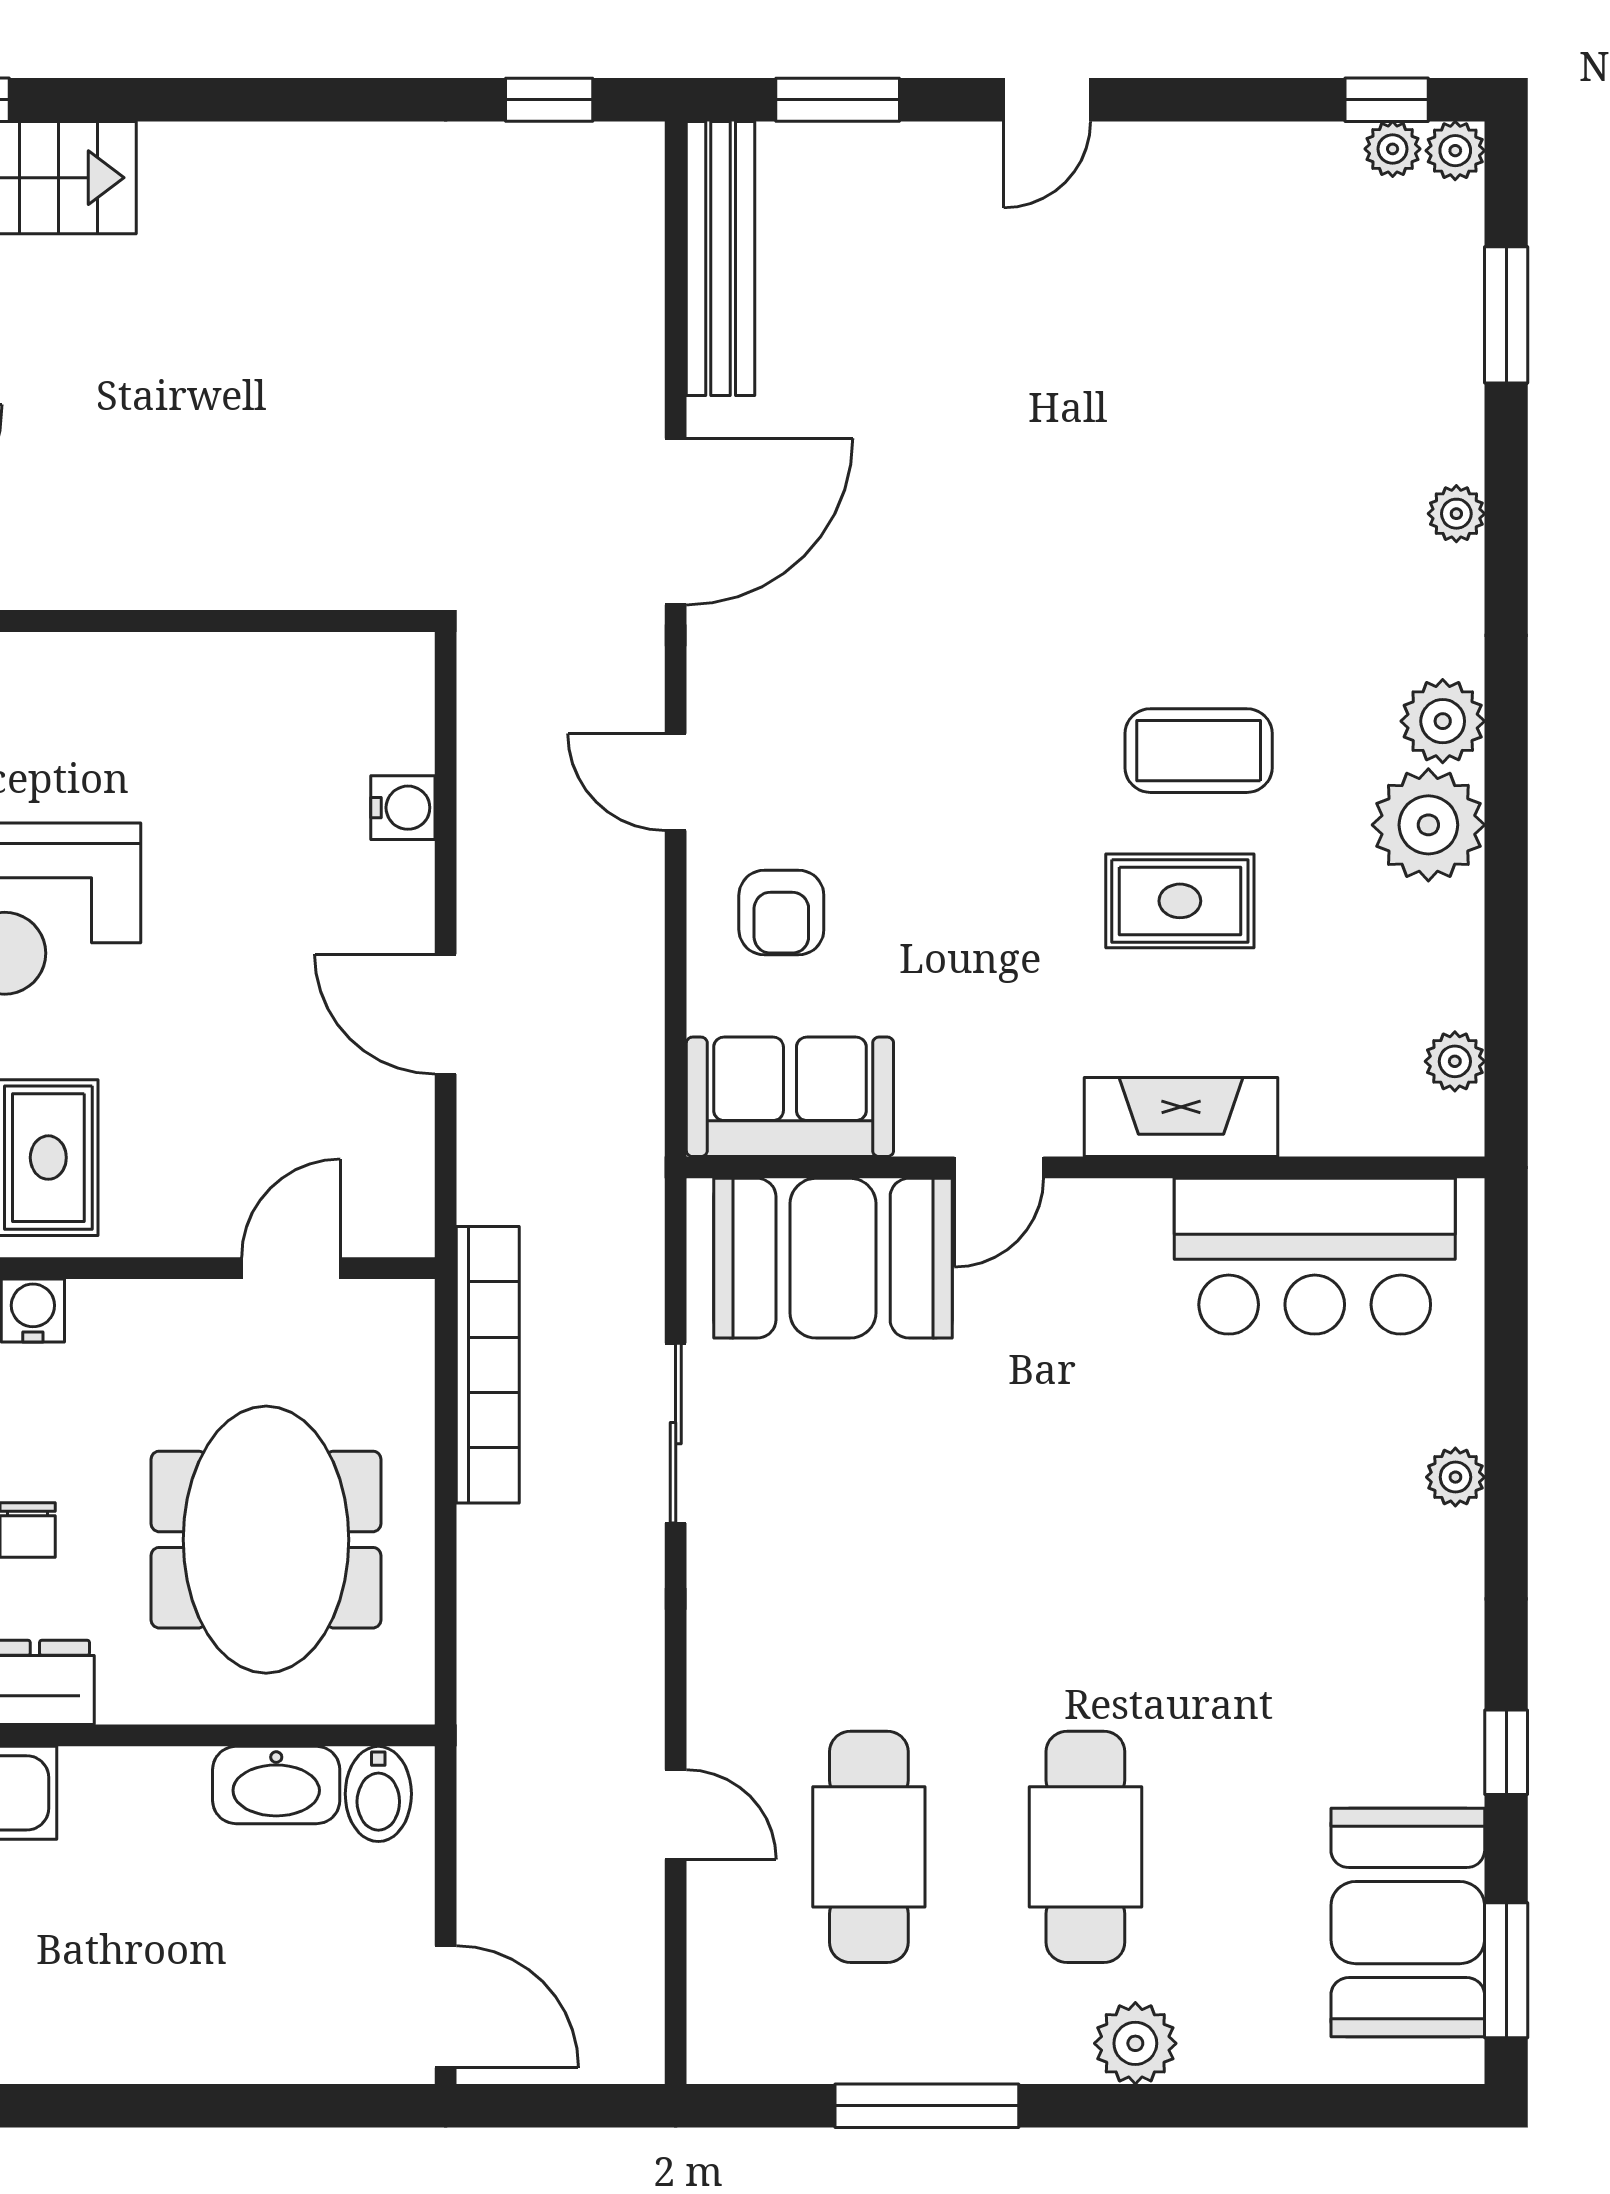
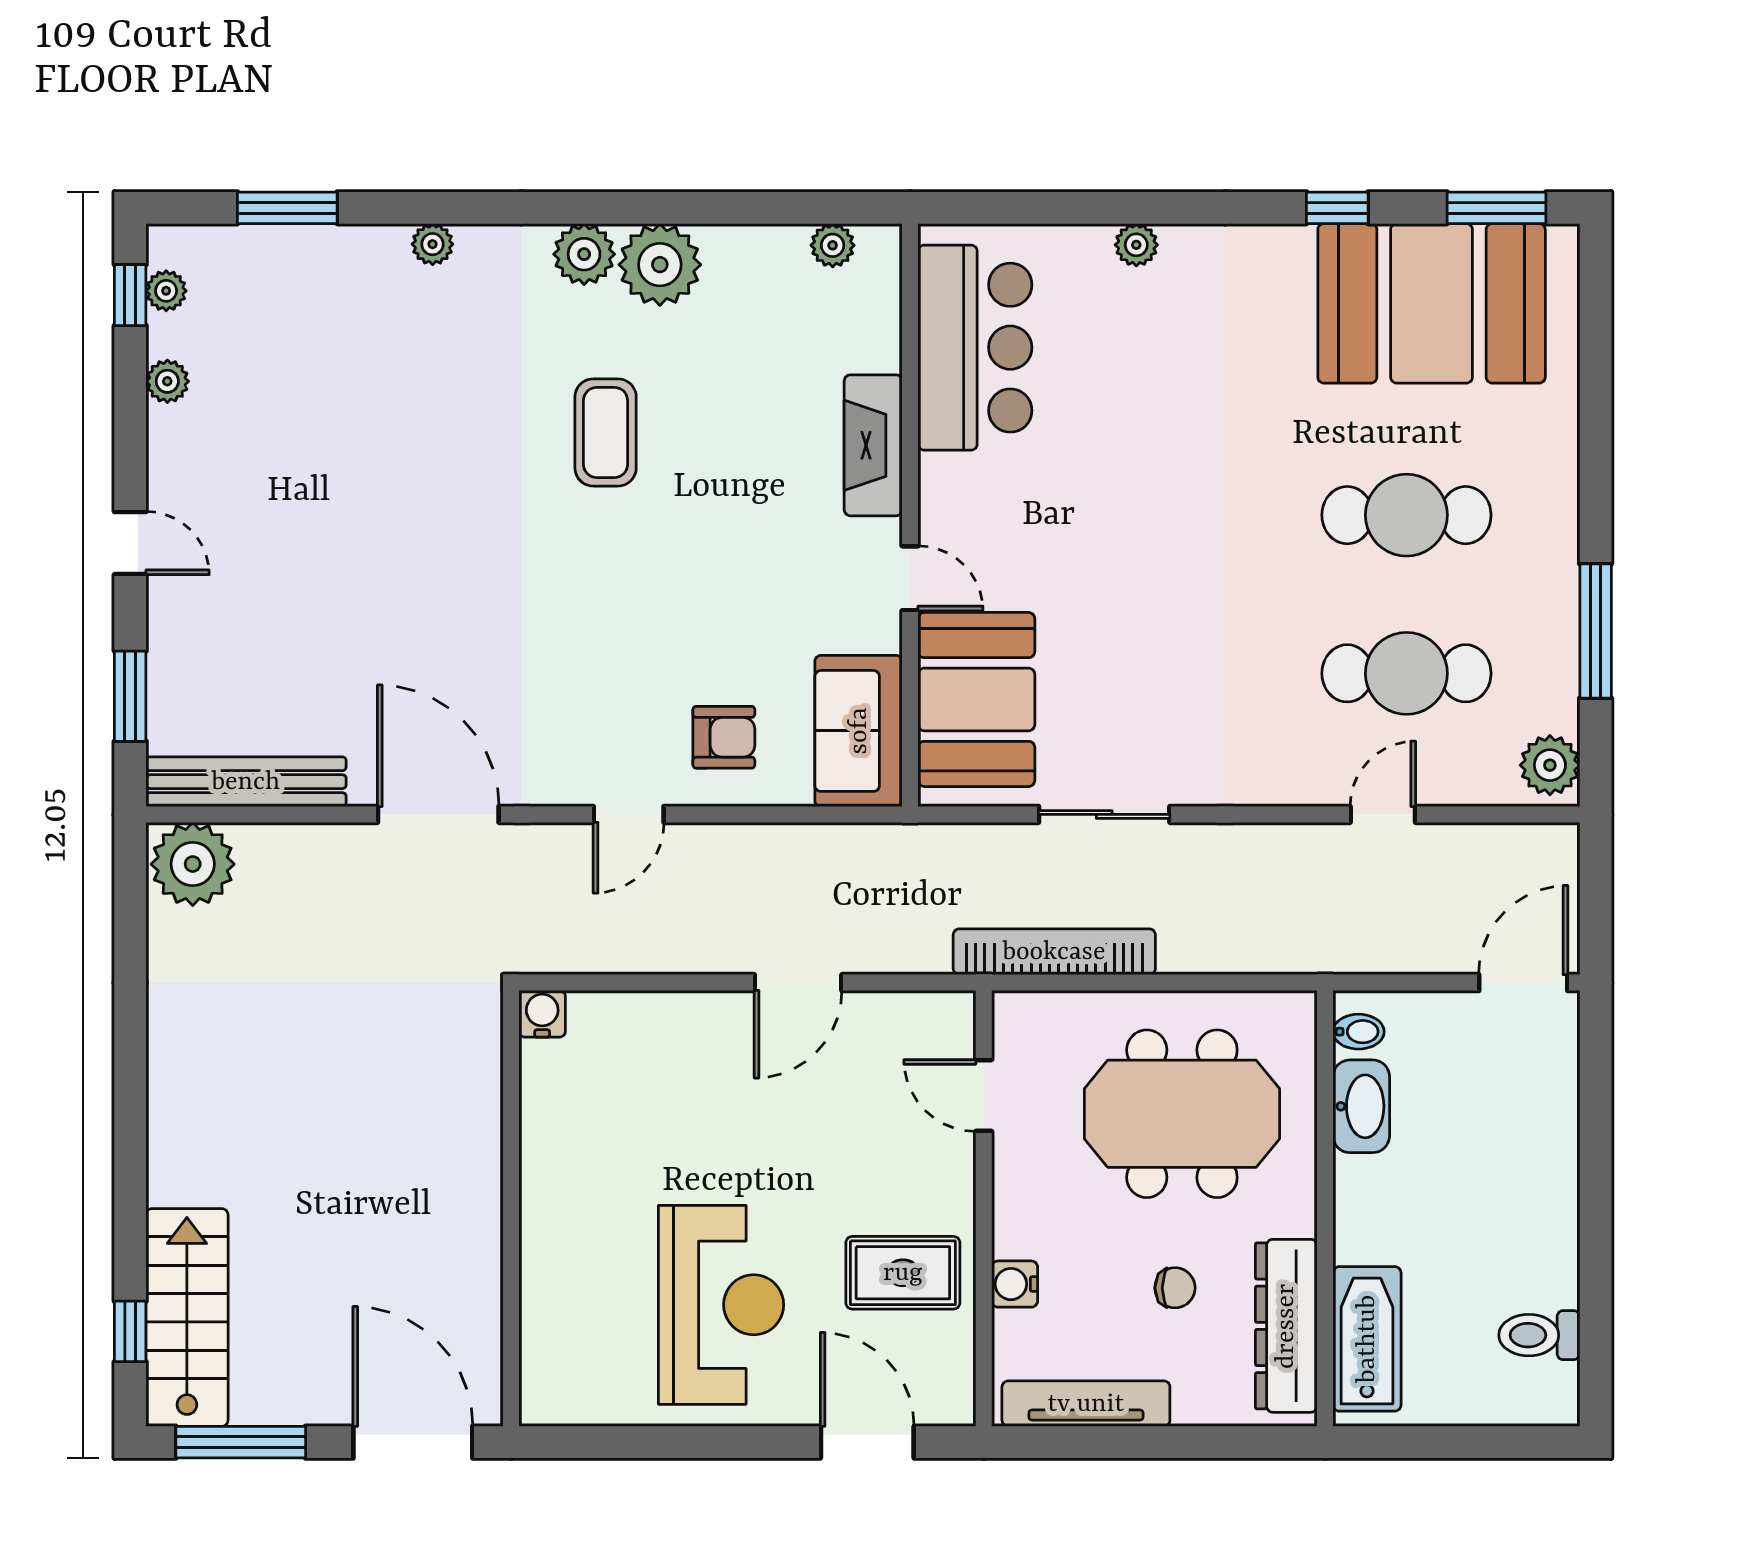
window: (549, 100) -> (130, 907), removed
plant: (1455, 151) -> (167, 381), moved
plant: (608, 185) -> (193, 864), added
water cooler: (403, 808) -> (542, 1014), moved
rug: (1180, 901) -> (715, 446), removed
bidet: (378, 1794) -> (1359, 1032), width x0.72, depth x0.74
booth: (1408, 1923) -> (1432, 303), width x1.36, depth x1.42
plant: (1135, 2043) -> (1550, 765), moved

